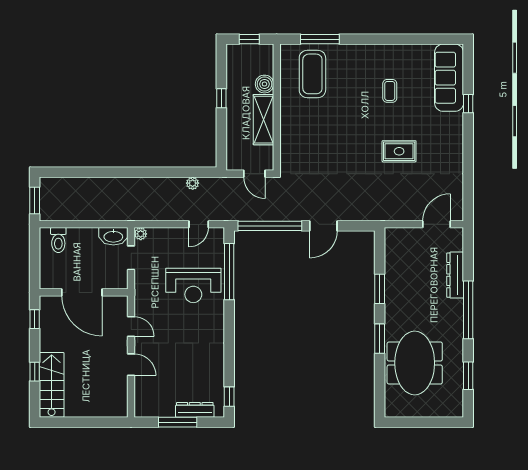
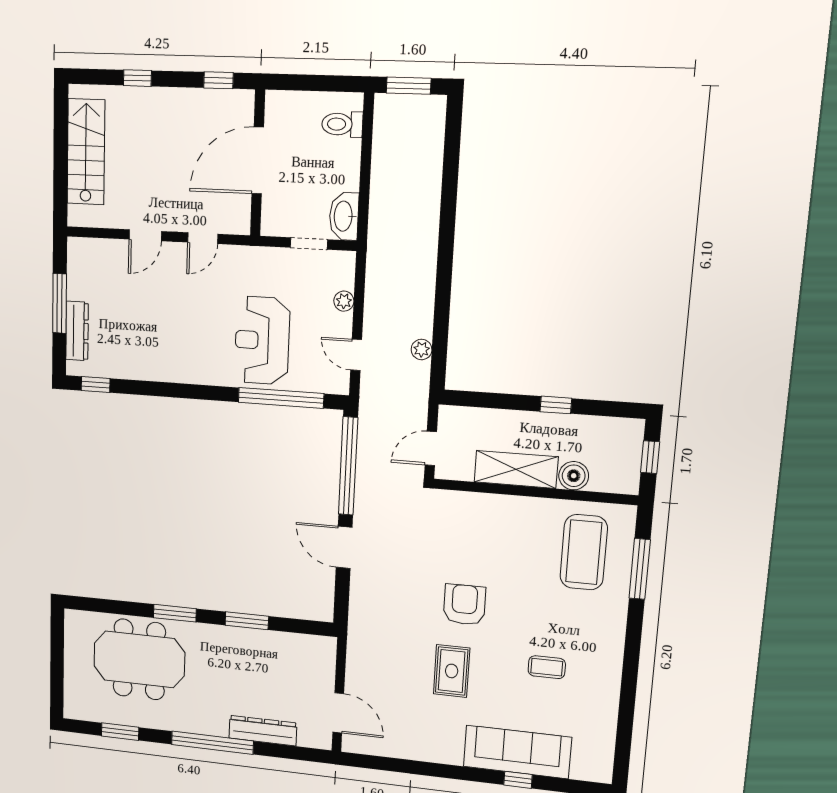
coffee table: (312, 74) -> (584, 552), turned 90
sofa: (449, 78) -> (517, 752), moved
armchair: (354, 146) -> (464, 605), added
plant: (141, 234) -> (344, 301), moved
stairs: (52, 385) -> (86, 152), moved, turned -90

